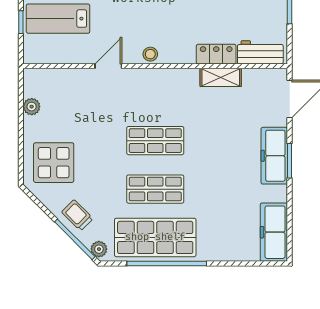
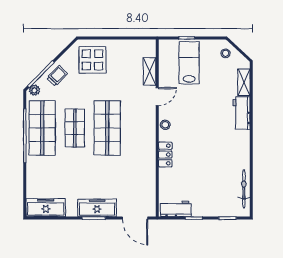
workbench: (260, 52) -> (176, 209), moved, turned -90
locker: (216, 54) -> (165, 155), moved
door: (108, 66) -> (157, 97), hinge flipped
shelving: (221, 77) -> (150, 71), moved
plant: (32, 107) -> (130, 45), removed
shop shelf: (155, 141) -> (107, 128), width x1.43, depth x1.36

